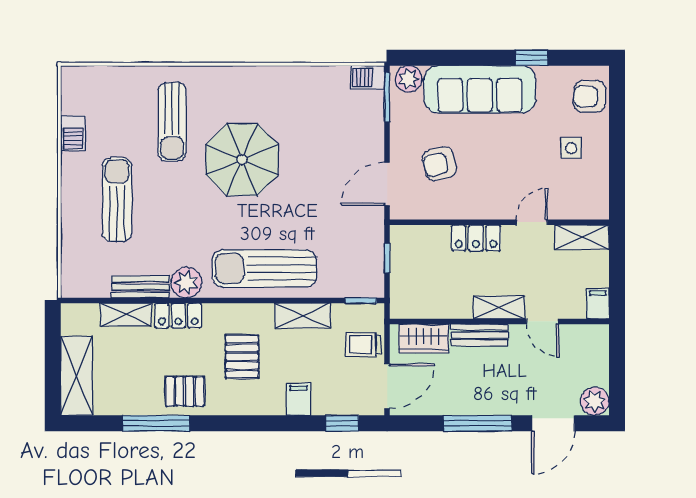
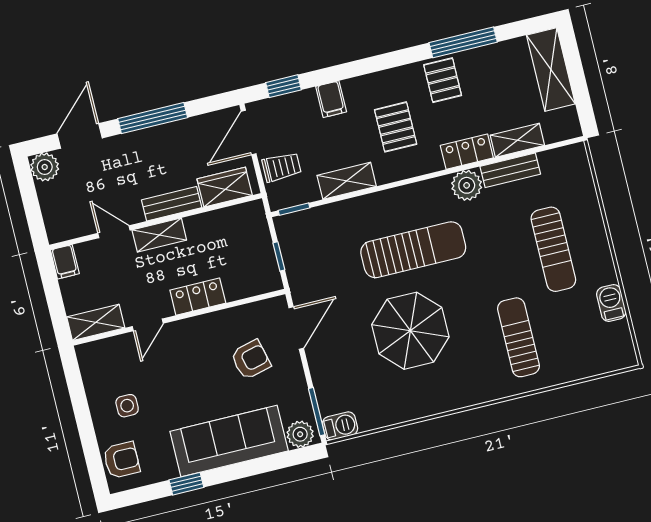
parasol: (242, 160) -> (410, 331), moved
sun lounger: (264, 268) -> (413, 250), moved
pallet: (185, 391) -> (443, 80), turned 90

